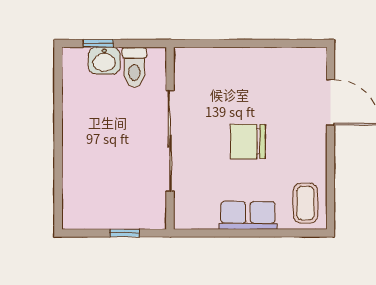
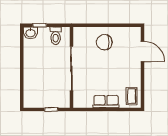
washbasin: (104, 61) -> (31, 33), moved
chair: (248, 142) -> (104, 42), moved

